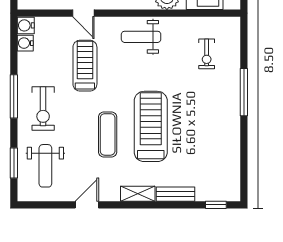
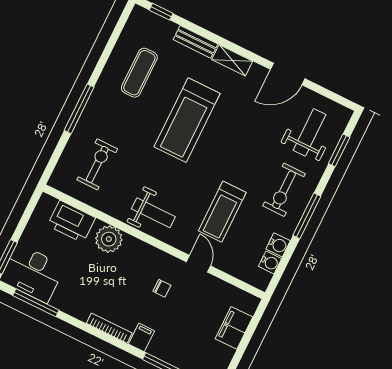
water cooler: (26, 25) -> (278, 245), moved
exercise bike: (207, 54) -> (97, 164), width x1.38, depth x1.39
exercise bike: (43, 108) -> (284, 190), turned 180
exercise mat: (108, 134) -> (139, 73), moved
door: (87, 205) -> (288, 74), width x1.38

